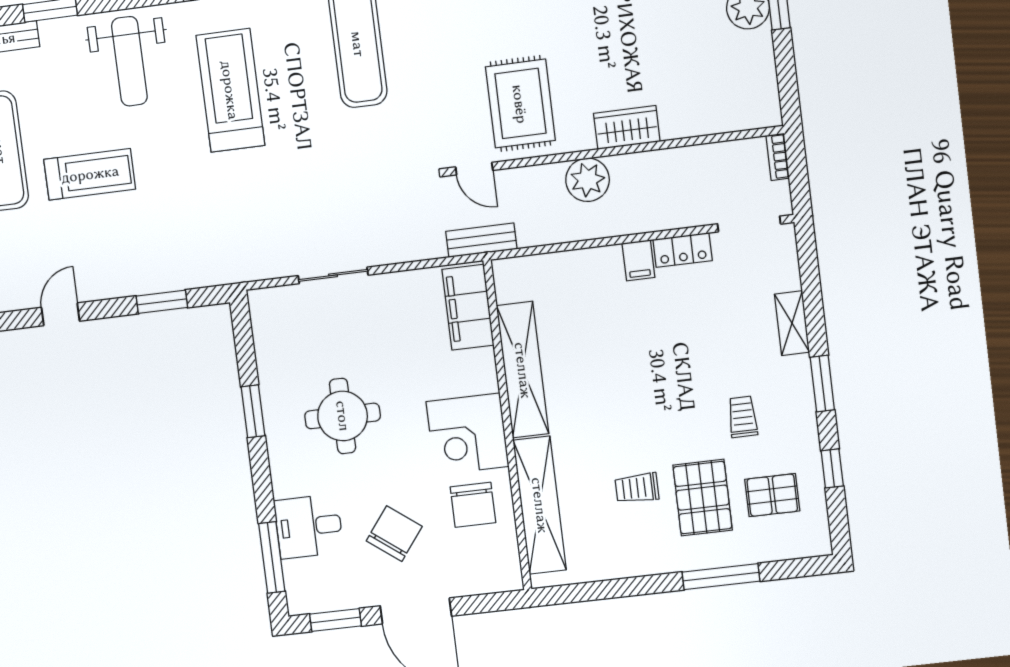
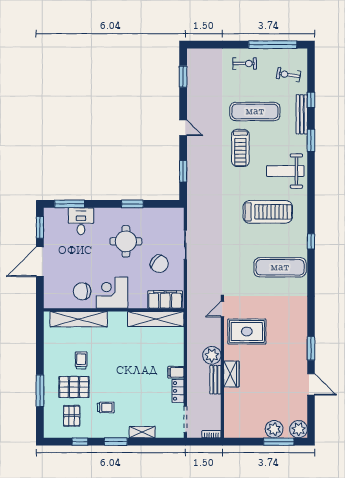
bench: (481, 240) -> (215, 380), moved
shelving: (523, 370) -> (156, 319), moved
chair: (394, 534) -> (159, 264), moved

